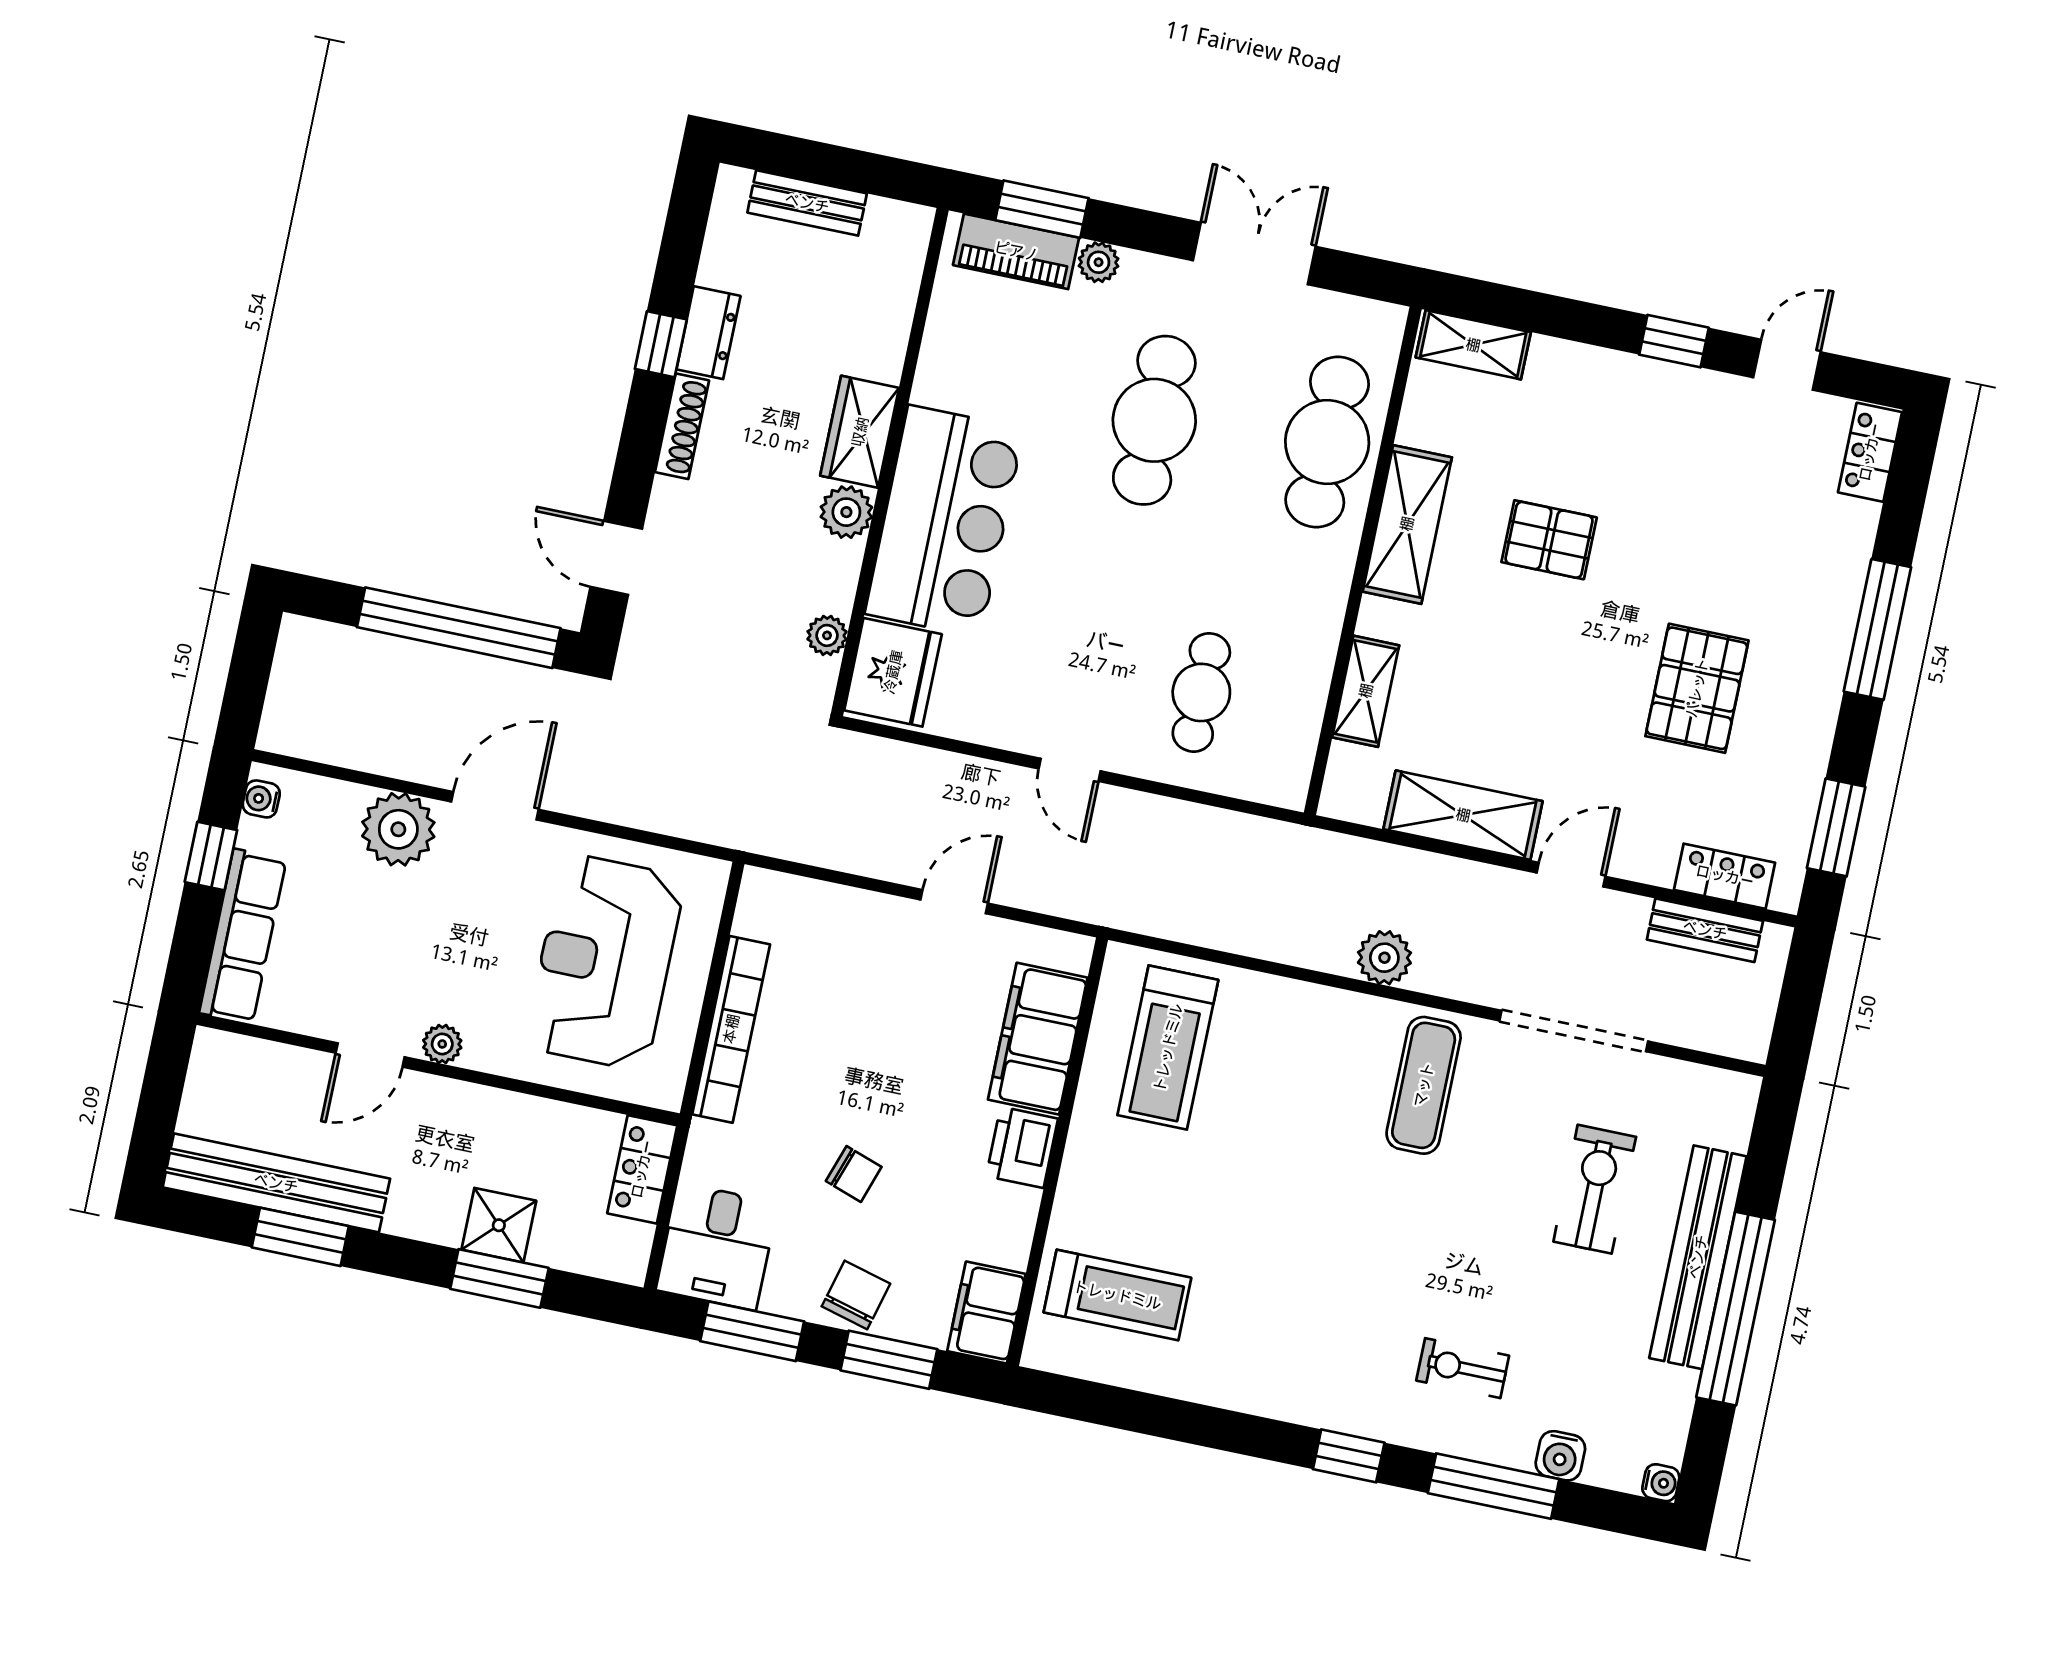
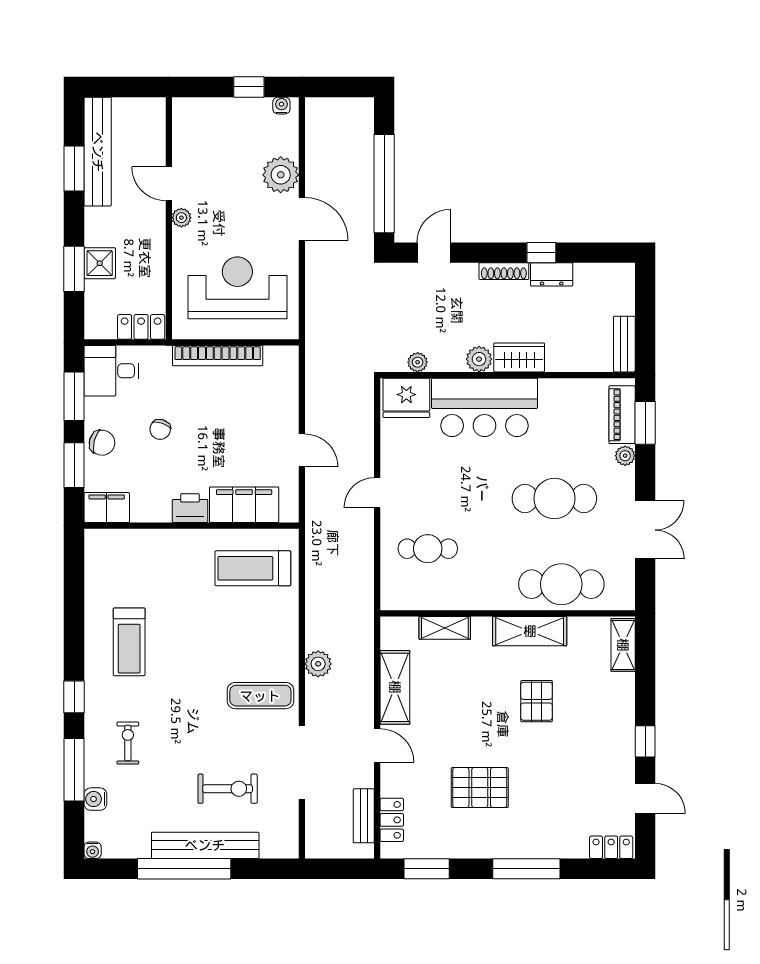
bench: (807, 203) -> (624, 344), moved
row of seats: (243, 936) -> (213, 110), removed
treadmill: (1117, 1295) -> (129, 642), moved

